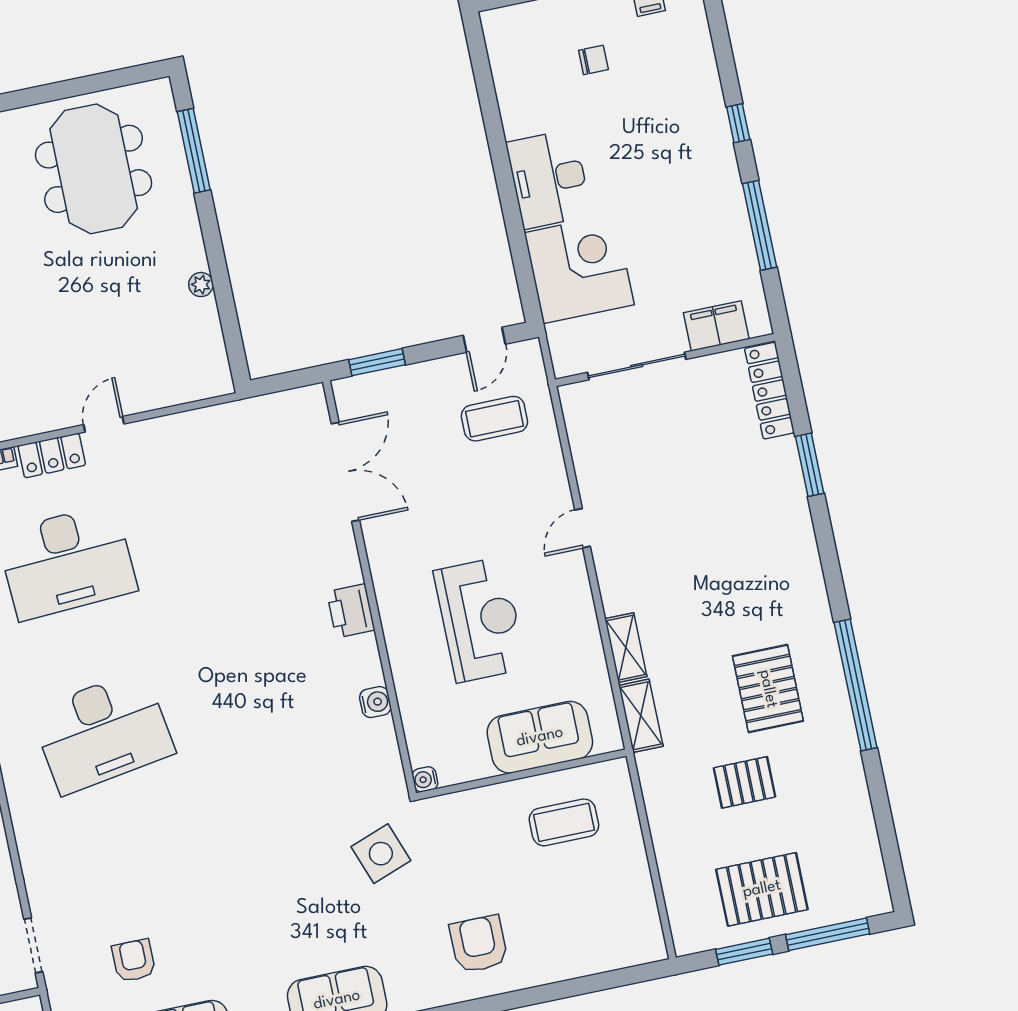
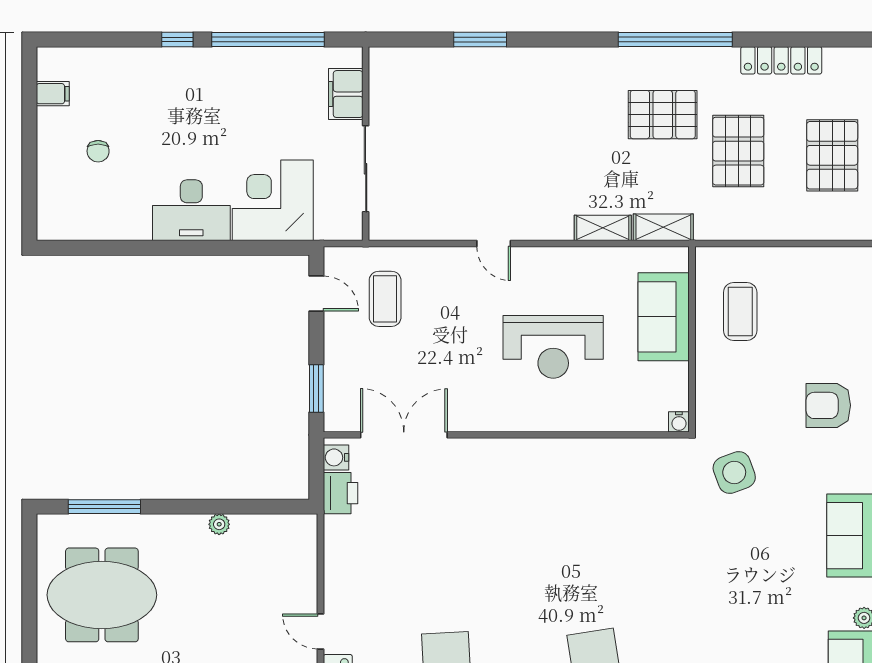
chair: (593, 60) -> (98, 151), turned 180
window: (760, 225) -> (268, 40), width x1.46
locker: (770, 391) -> (781, 60), moved
printer: (351, 611) -> (341, 493), moved, turned -90
reception desk: (480, 620) -> (553, 347), turned 180
water cooler: (375, 702) -> (336, 457), moved, turned -90
pallet: (744, 782) -> (738, 151), width x1.50, depth x1.42

